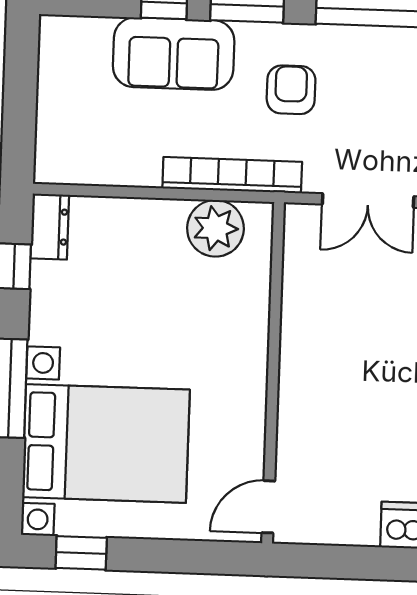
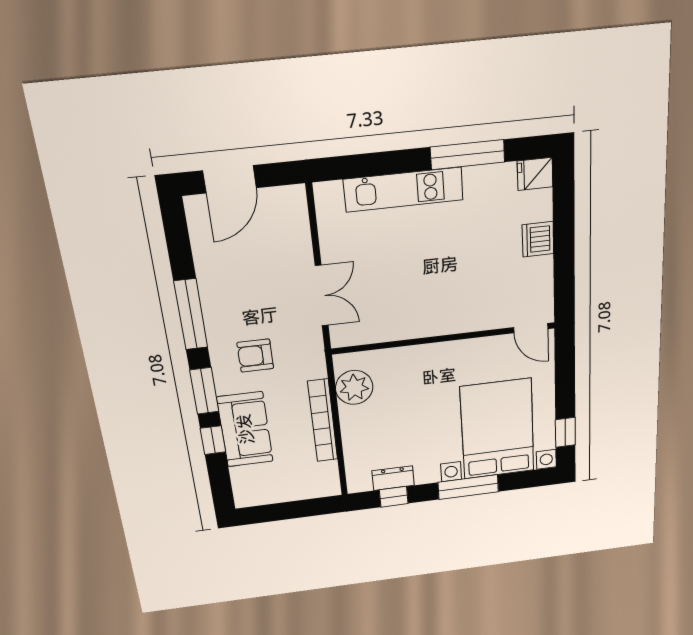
bookcase: (232, 175) -> (323, 421), moved
dresser: (50, 227) -> (393, 478), moved

